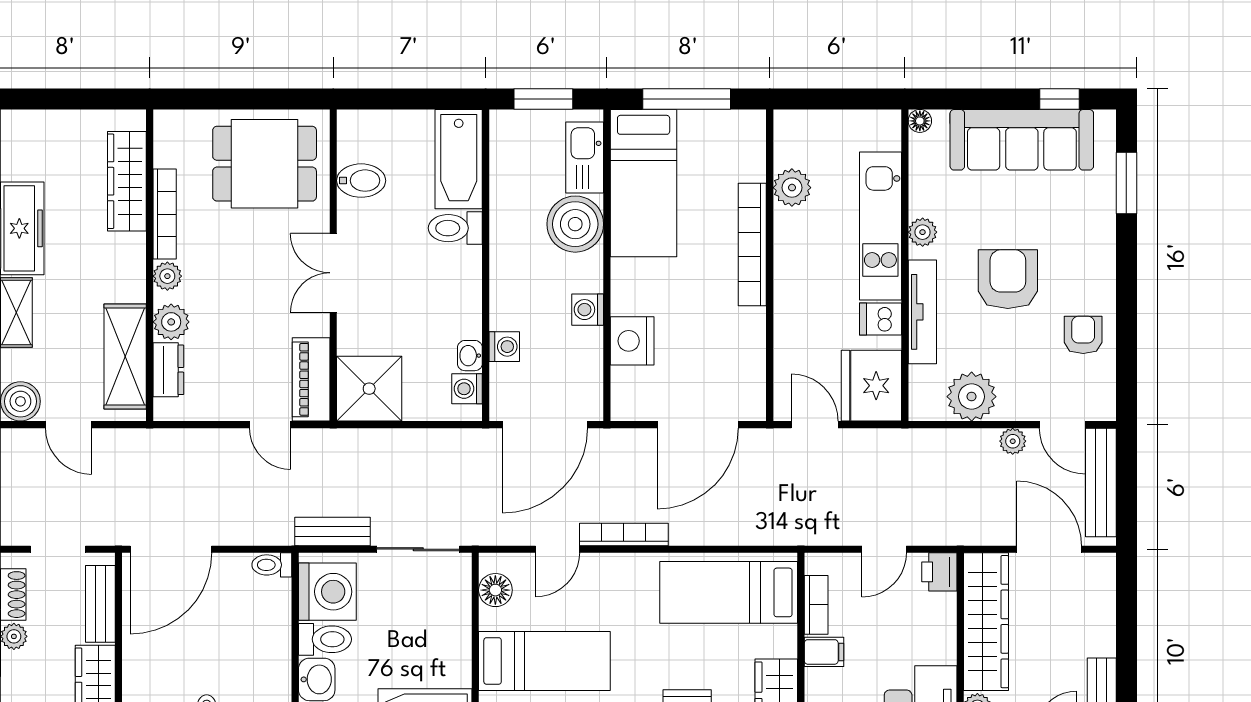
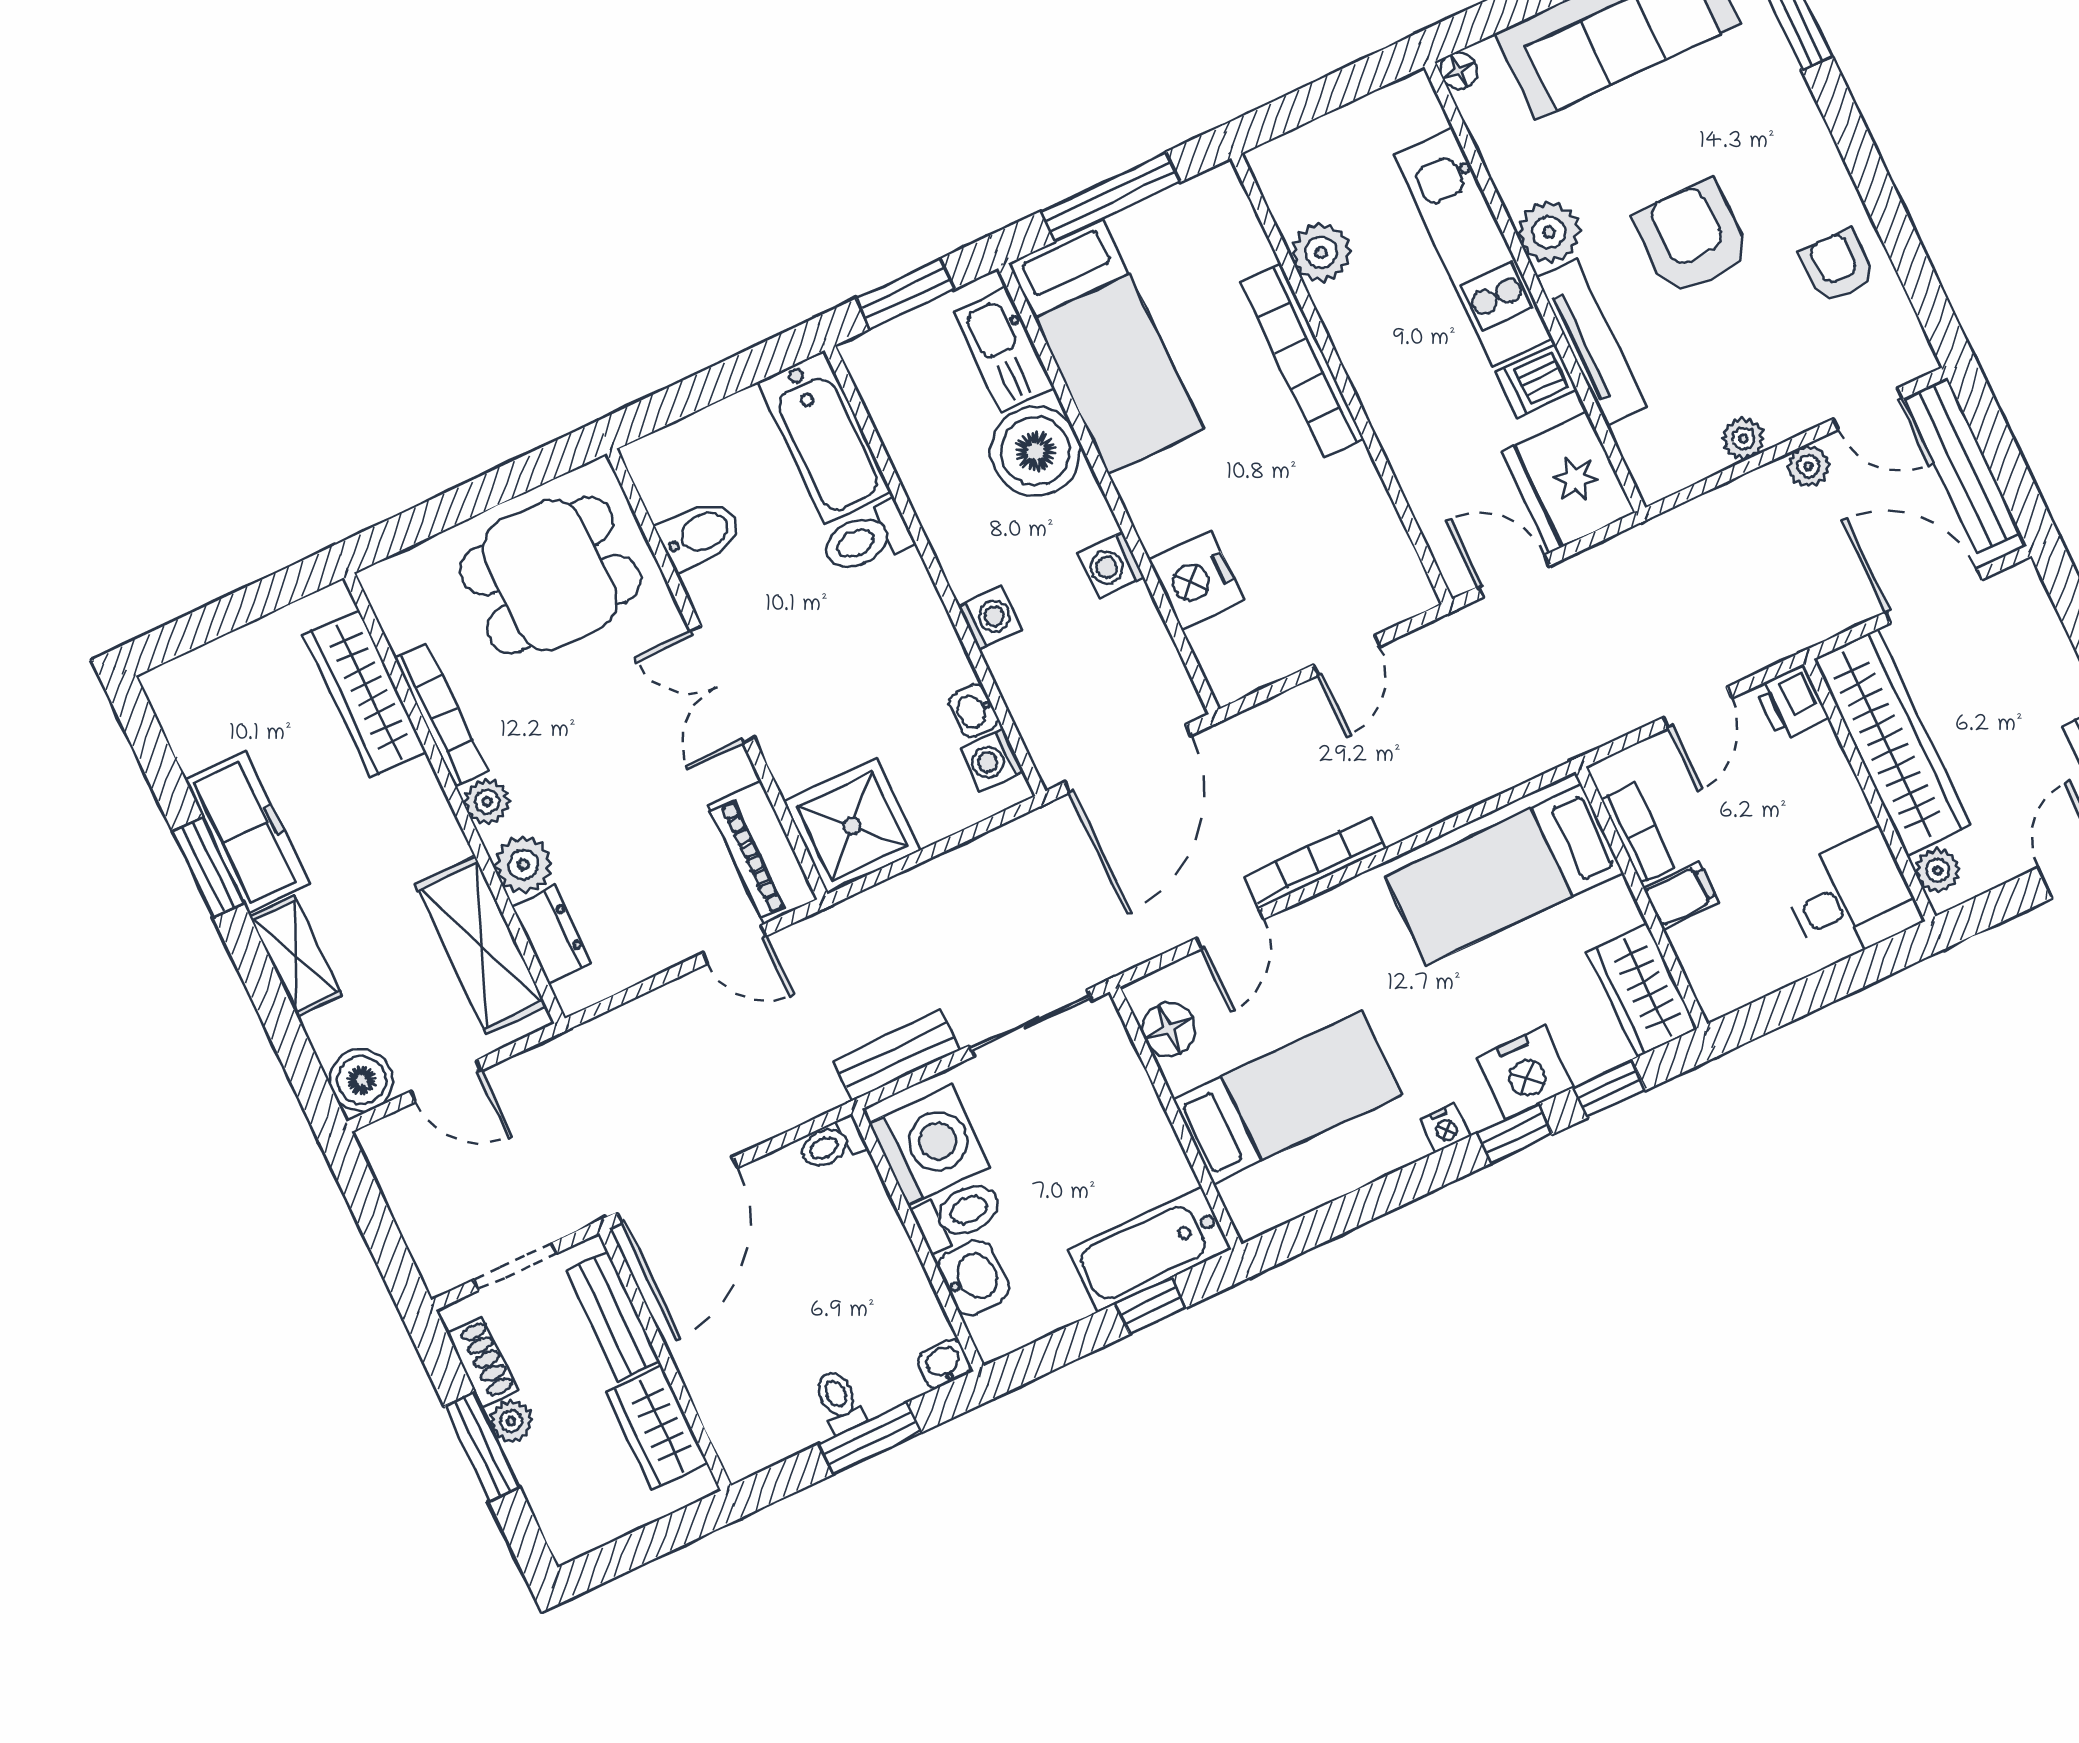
plant: (923, 232) -> (1549, 232), width x1.38, depth x1.38
washing machine: (504, 347) -> (990, 618), moved
plant: (972, 397) -> (1743, 439), width x0.53, depth x0.53
door: (698, 425) -> (1346, 655), width x0.53

